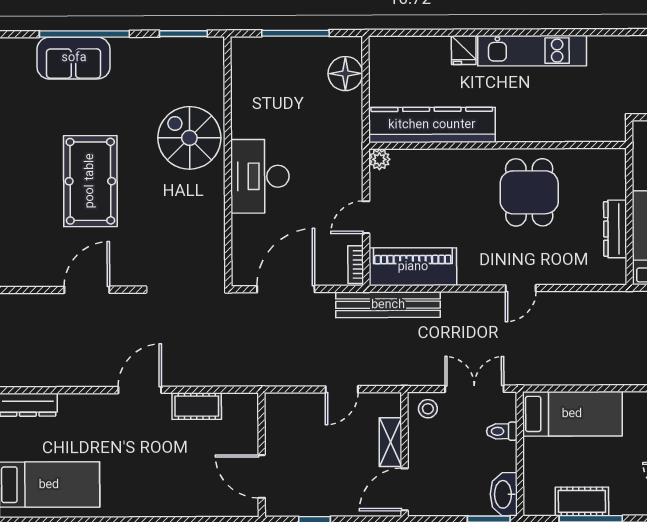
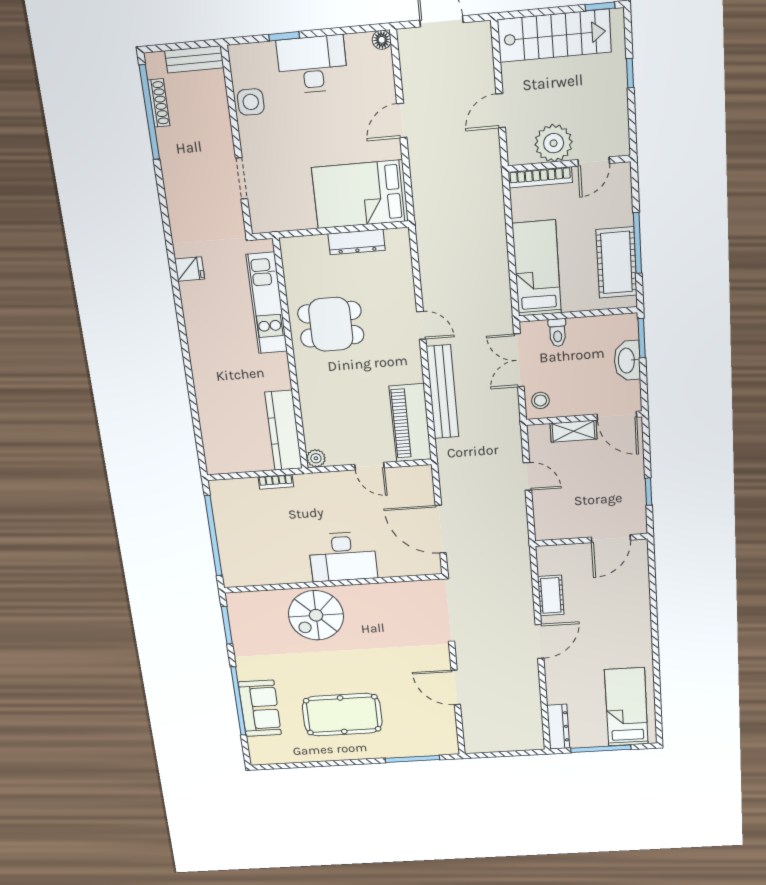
window: (295, 33) -> (213, 536), width x1.46
fridge: (464, 50) -> (190, 269), moved
kitchen unit: (532, 51) -> (267, 303), moved, turned 180
floor lamp: (345, 74) -> (243, 492), removed
kitchen counter: (432, 125) -> (284, 430), width x0.72, depth x0.86
pool table: (90, 181) -> (342, 715), moved
bookcase: (356, 265) -> (276, 482), moved
bench: (388, 305) -> (442, 392), moved
door: (140, 390) -> (540, 641), swing flipped
washbasin: (504, 494) -> (627, 361), moved, turned 90
cot: (582, 501) -> (617, 263), width x1.37, depth x1.34

